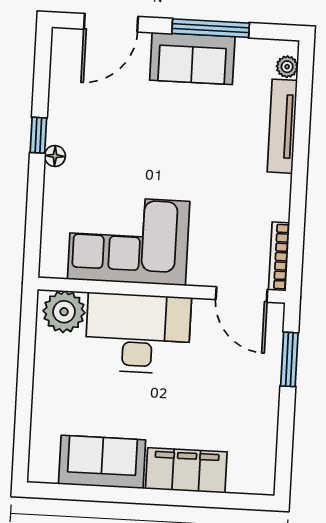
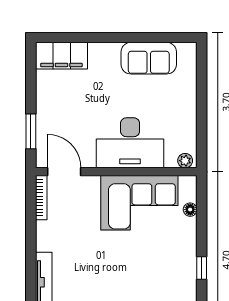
floor lamp: (55, 156) -> (190, 210), moved
plant: (64, 312) -> (185, 161), width x0.53, depth x0.53
filing cabinet: (186, 470) -> (61, 56), moved

